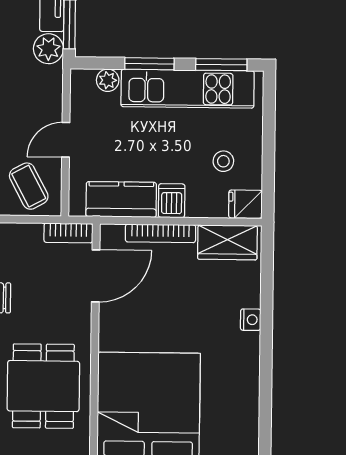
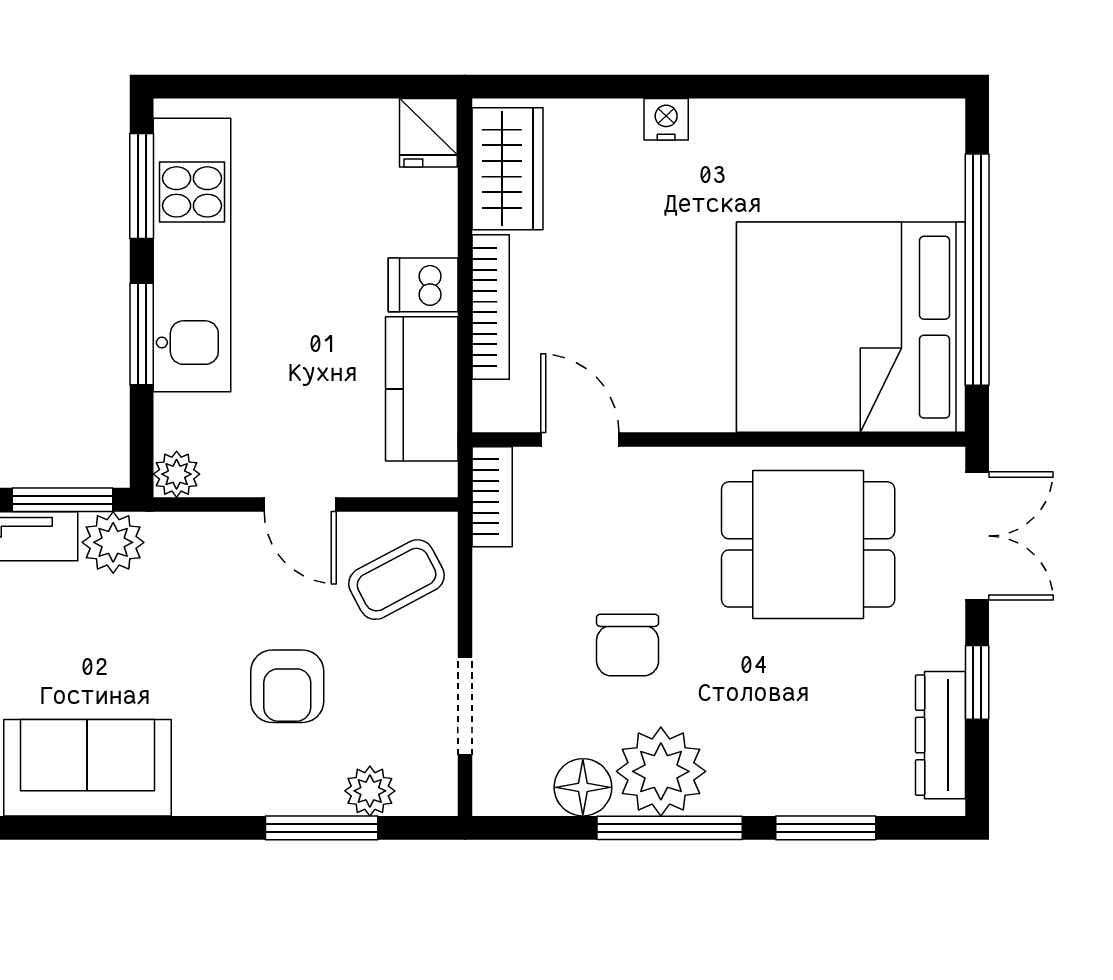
plant: (108, 80) -> (177, 474), moved
stool: (223, 161) -> (340, 179), removed
door: (96, 276) -> (580, 440), width x0.73

